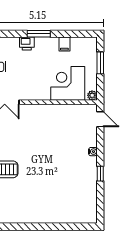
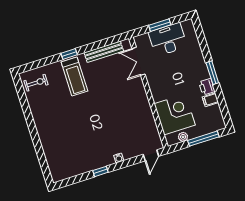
printer: (27, 43) -> (207, 87), moved
window: (100, 63) -> (203, 139), width x1.44
plant: (92, 95) -> (183, 137), moved

